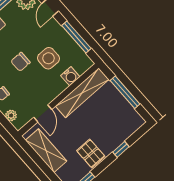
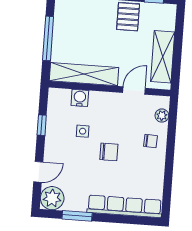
window: (76, 37) -> (42, 125), width x0.46
side table: (48, 58) -> (83, 131), width x0.54, depth x0.54

